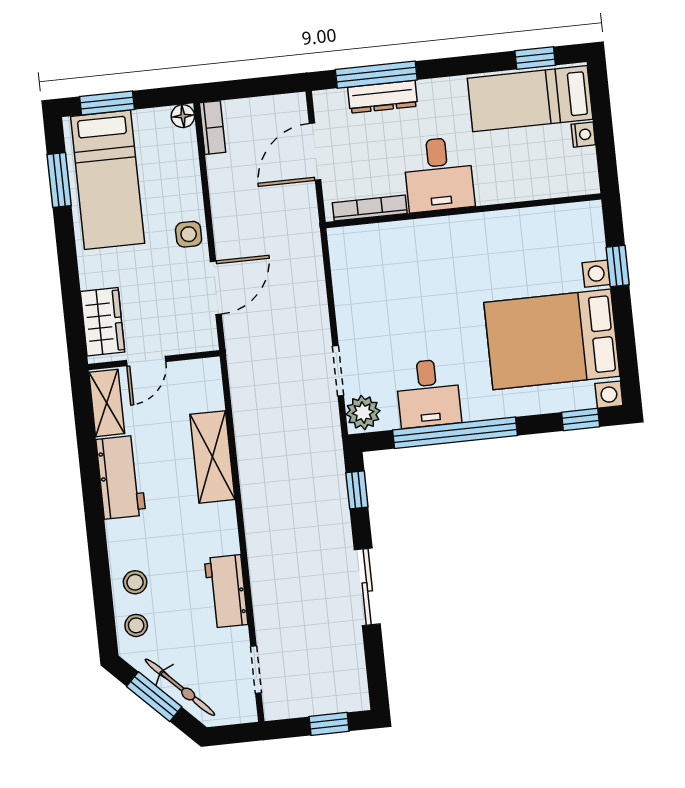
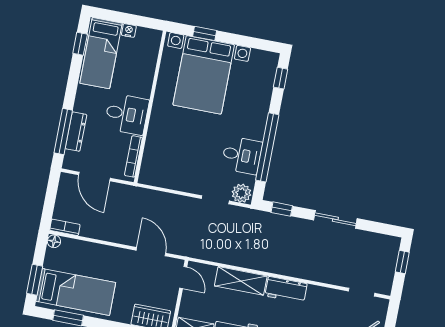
side table: (189, 234) -> (118, 257), removed
bed with nightstands: (552, 339) -> (204, 75), moved
door: (146, 361) -> (183, 278), moved
workbench: (226, 591) -> (286, 290), moved

